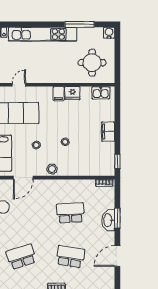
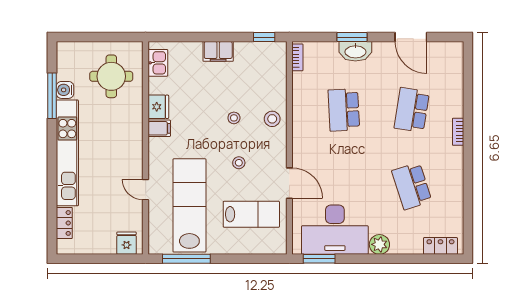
water cooler: (109, 33) -> (65, 90), moved
stool: (52, 169) -> (272, 119), moved

